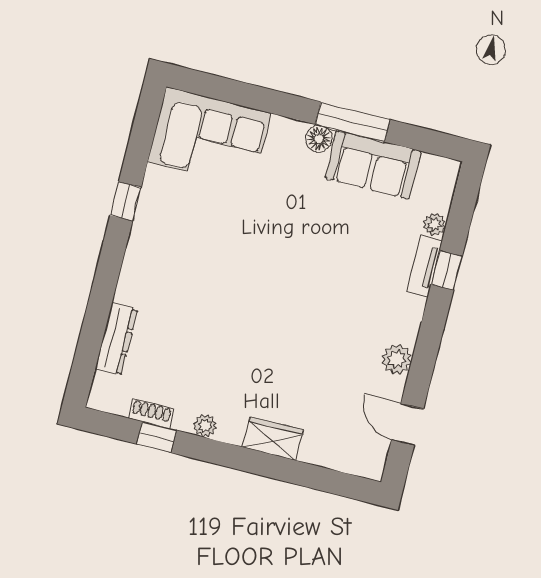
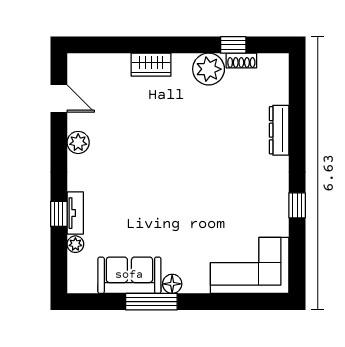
dresser: (116, 339) -> (279, 130), moved
plant: (205, 426) -> (209, 69), width x1.87, depth x1.87

